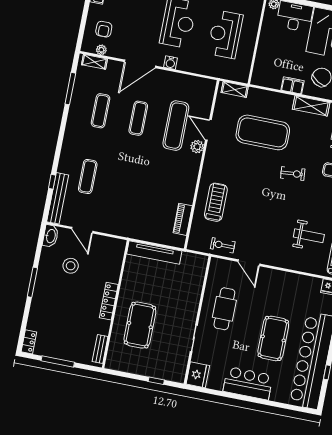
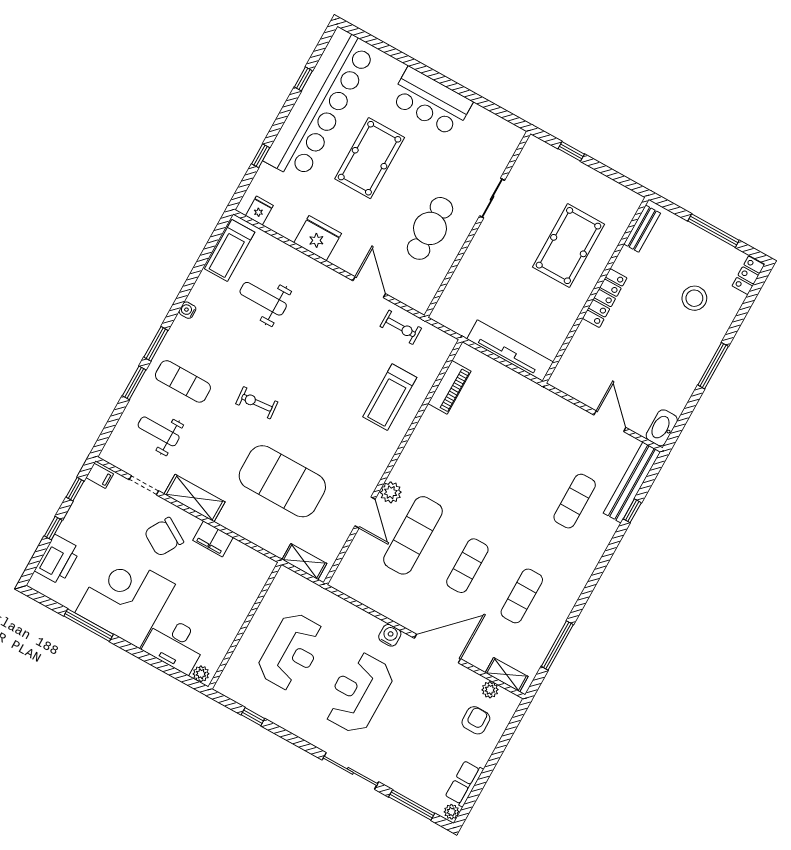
stool: (71, 266) -> (694, 298), moved
fridge: (198, 375) -> (318, 238), moved, turned 90

